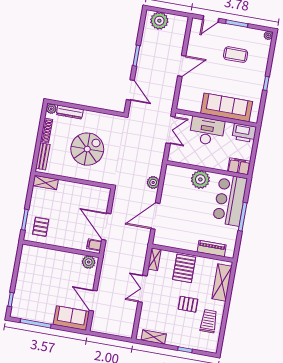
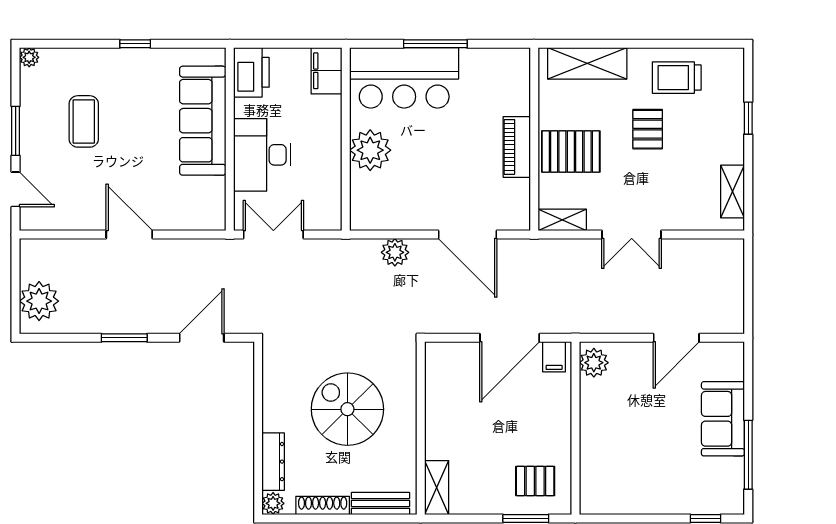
piano: (212, 248) -> (517, 147), moved
sofa: (71, 318) -> (723, 419), moved

